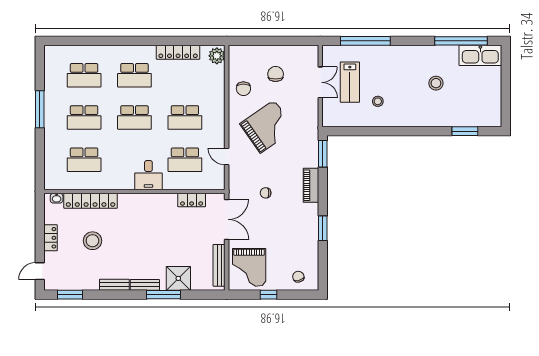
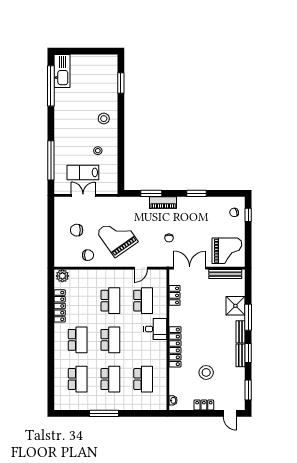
lab bench: (350, 82) -> (83, 172), turned 180
stool: (436, 83) -> (104, 119), moved
window: (323, 154) -> (151, 193), moved
locker: (91, 201) -> (175, 347), moved
window: (118, 295) -> (248, 353), added
window: (269, 295) -> (248, 215), moved

